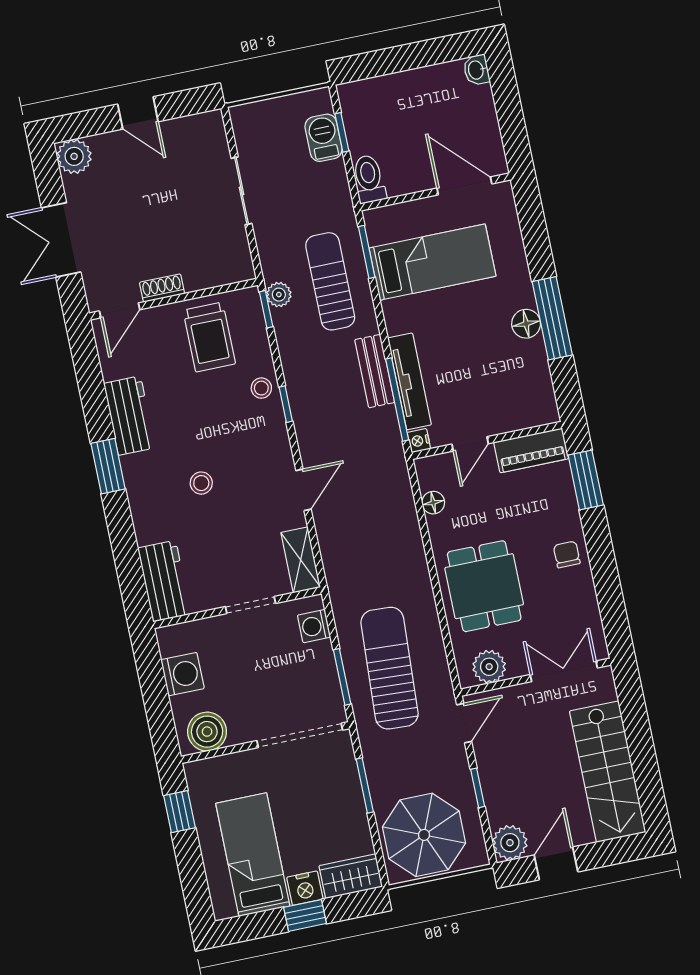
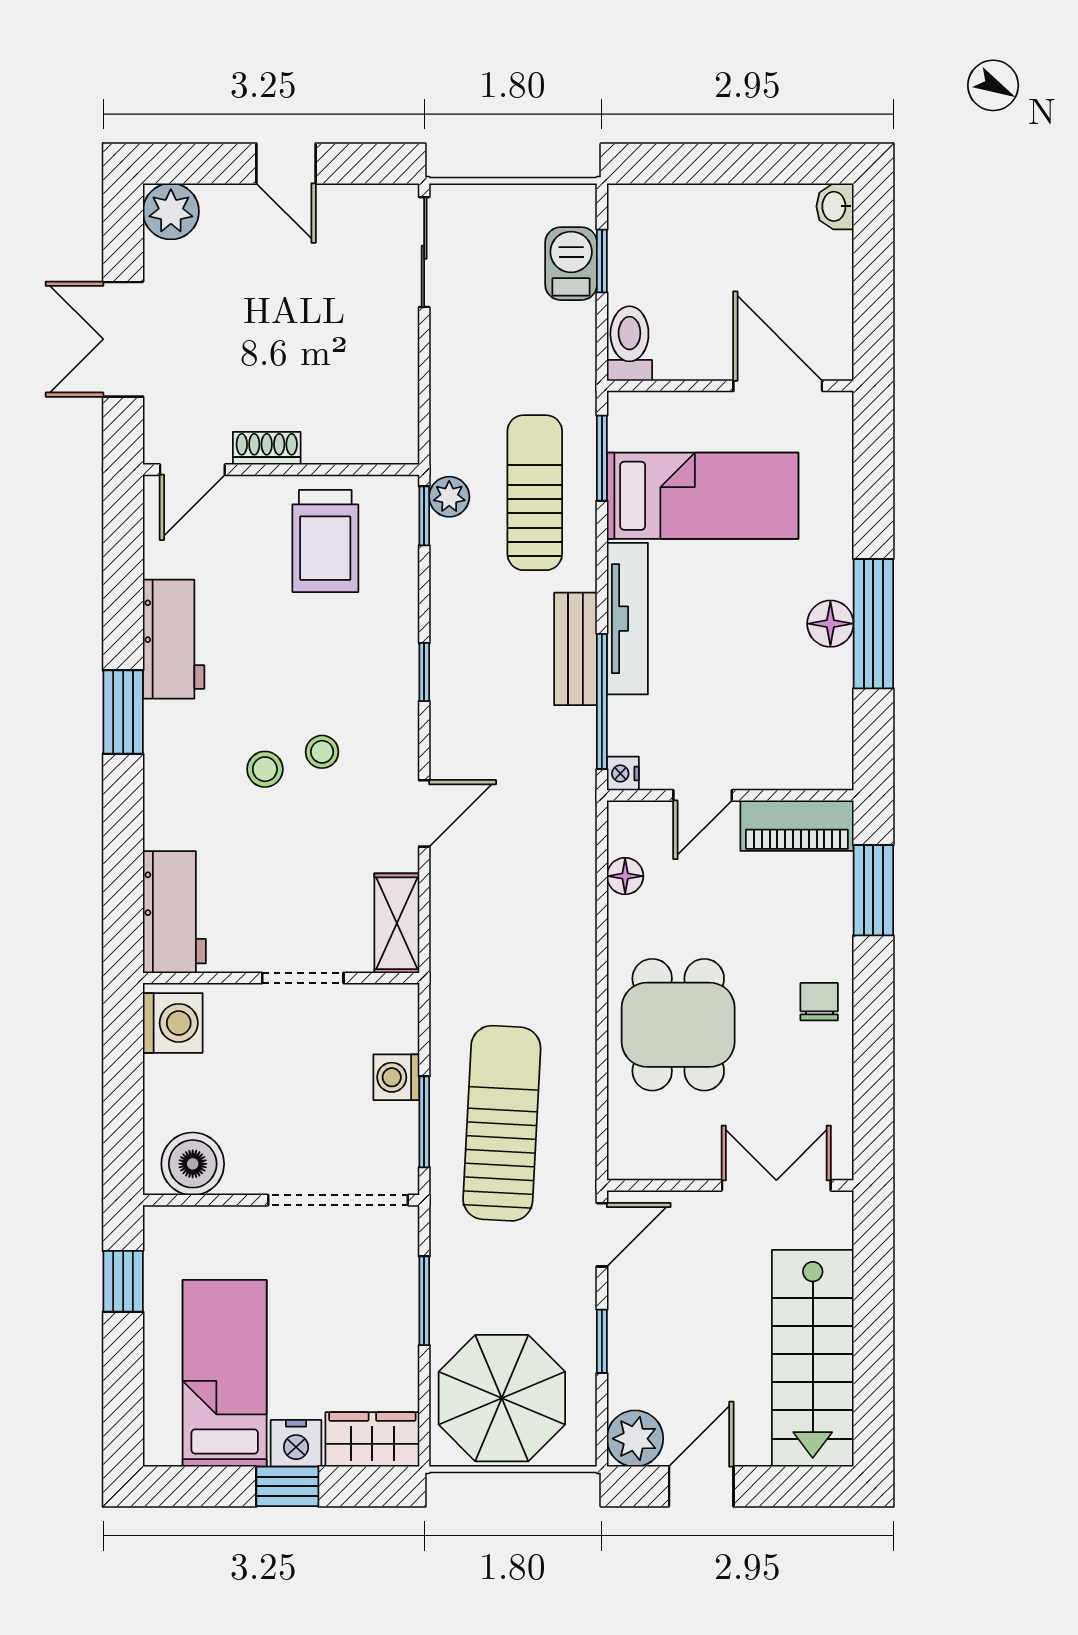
sliding door: (242, 191) -> (424, 252), moved
tv unit: (410, 381) -> (627, 619), moved
stool: (261, 388) -> (322, 752), moved
washing machine: (314, 626) -> (396, 1077), moved
plant: (489, 667) -> (660, 1154), removed
washing machine: (182, 674) -> (173, 1023), moved

